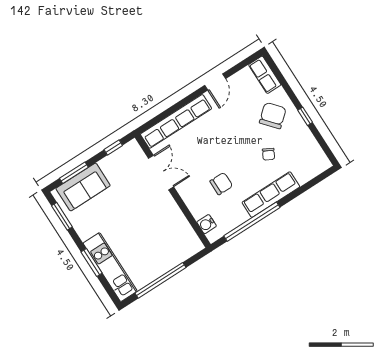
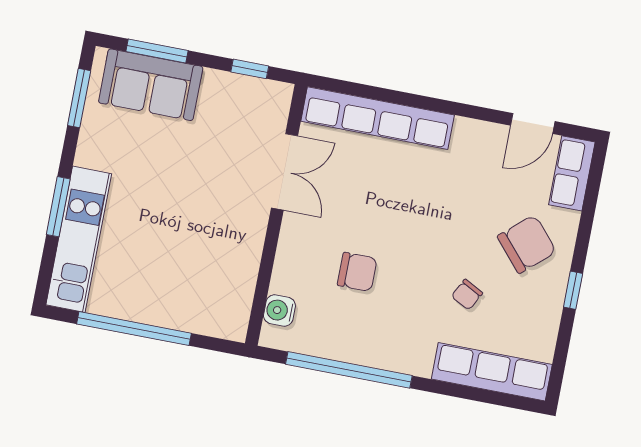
door: (215, 82) -> (533, 123), moved
row of seats: (271, 195) -> (492, 372), moved

